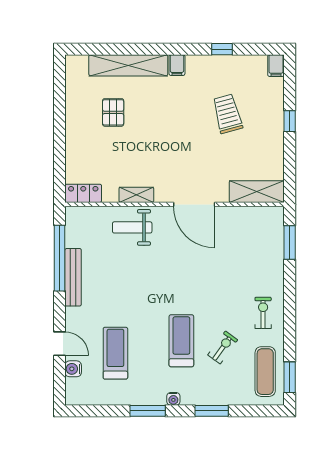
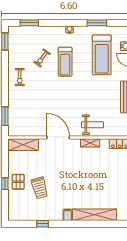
filing cabinet: (276, 66) -> (13, 215), removed
pallet: (113, 112) -> (18, 182), moved
treadmill: (115, 353) -> (102, 55), width x1.37, depth x1.38
exercise mat: (265, 372) -> (19, 45), removed
window: (148, 411) -> (97, 23), moved
window: (212, 411) -> (29, 23), moved

